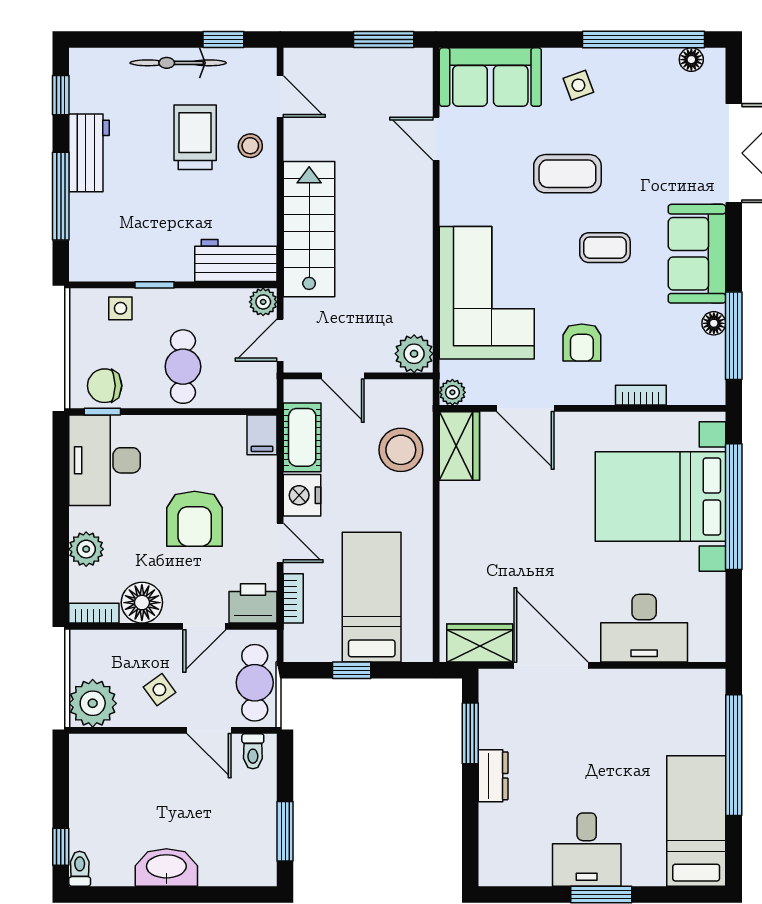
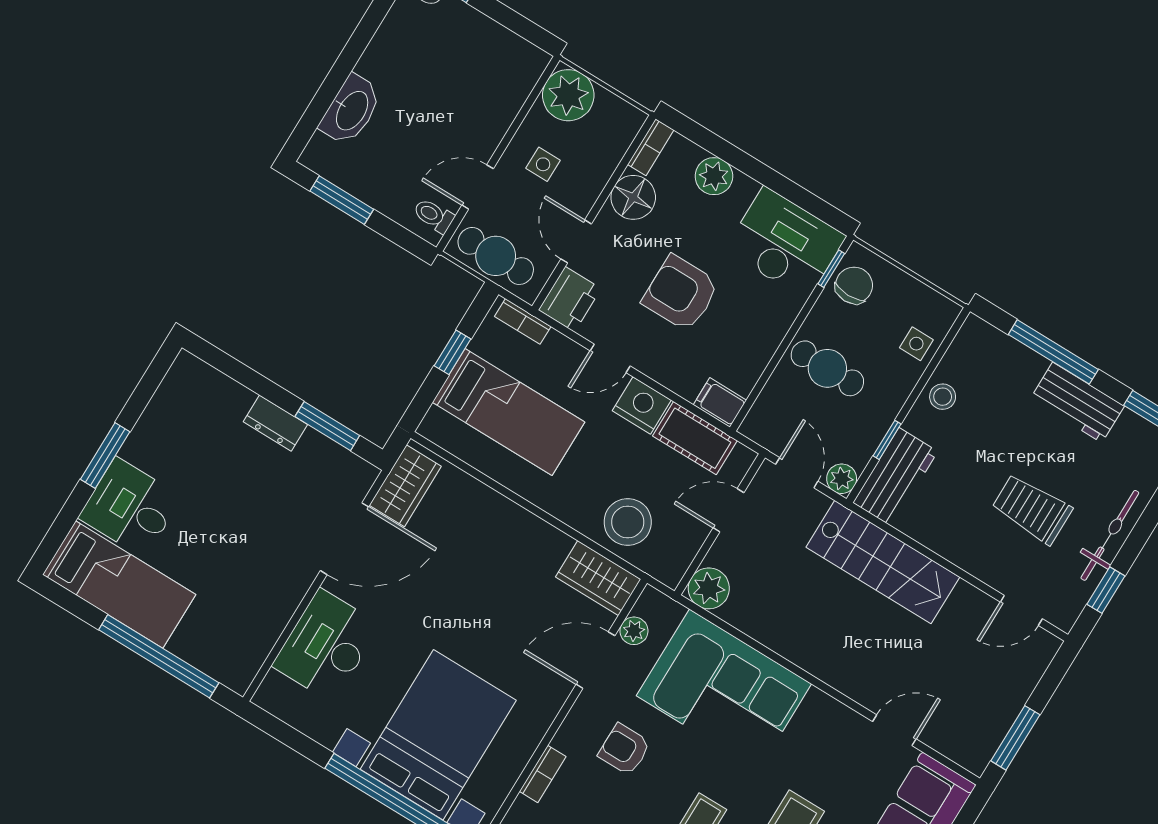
trolley: (195, 137) -> (1032, 509), turned 180
stool: (250, 146) -> (943, 397), moved
window: (155, 285) -> (887, 440), moved
plant: (452, 392) -> (634, 631), moved
bookcase: (293, 598) -> (523, 321), moved
side table: (159, 690) -> (543, 164), turned 36
desk: (587, 850) -> (130, 508), moved
washbasin: (166, 867) -> (351, 110), moved

